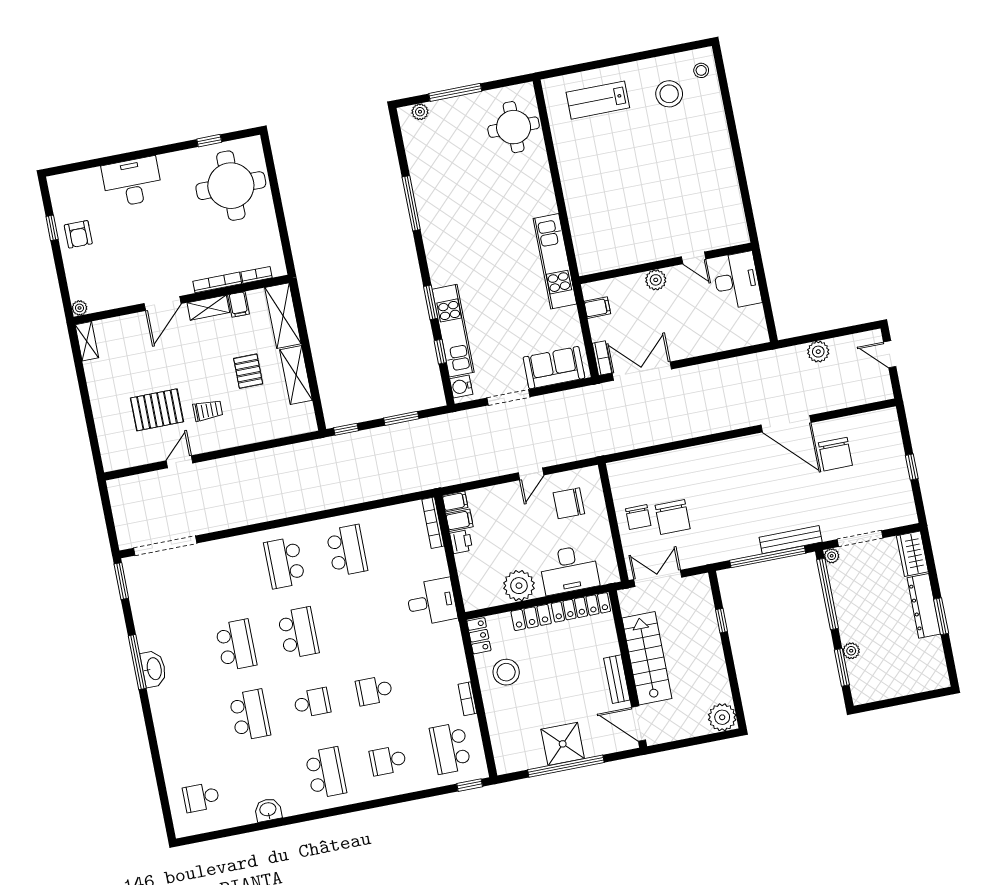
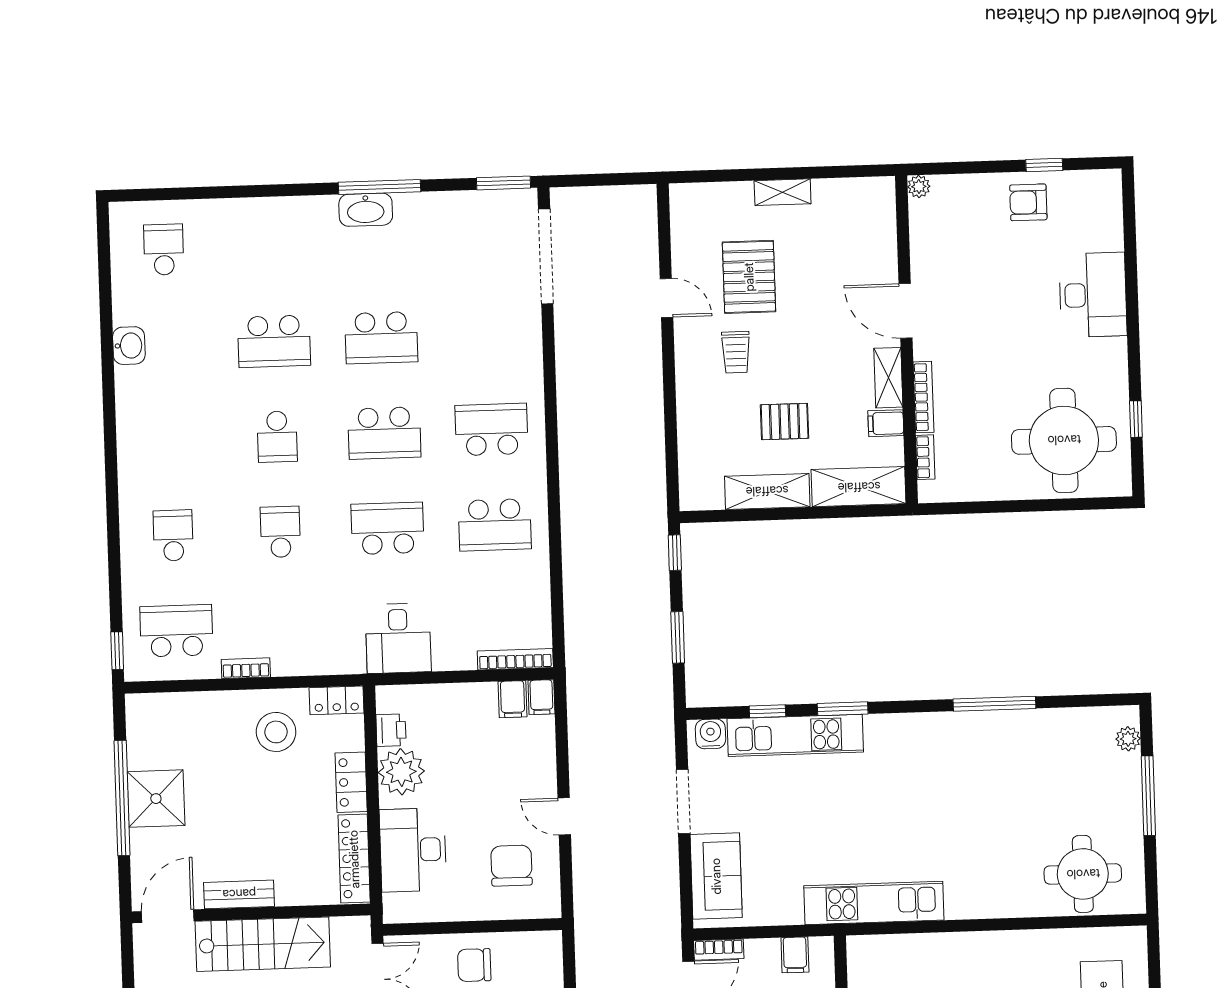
shelving: (87, 341) -> (783, 192), moved
printer: (461, 542) -> (391, 730), moved, turned -90
school desk: (326, 773) -> (388, 528), moved, turned 180

